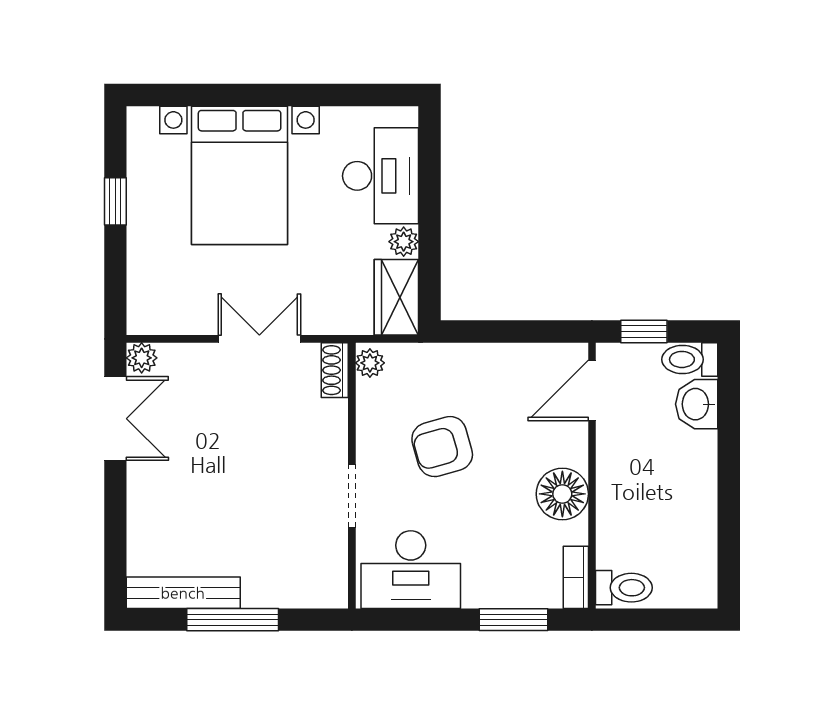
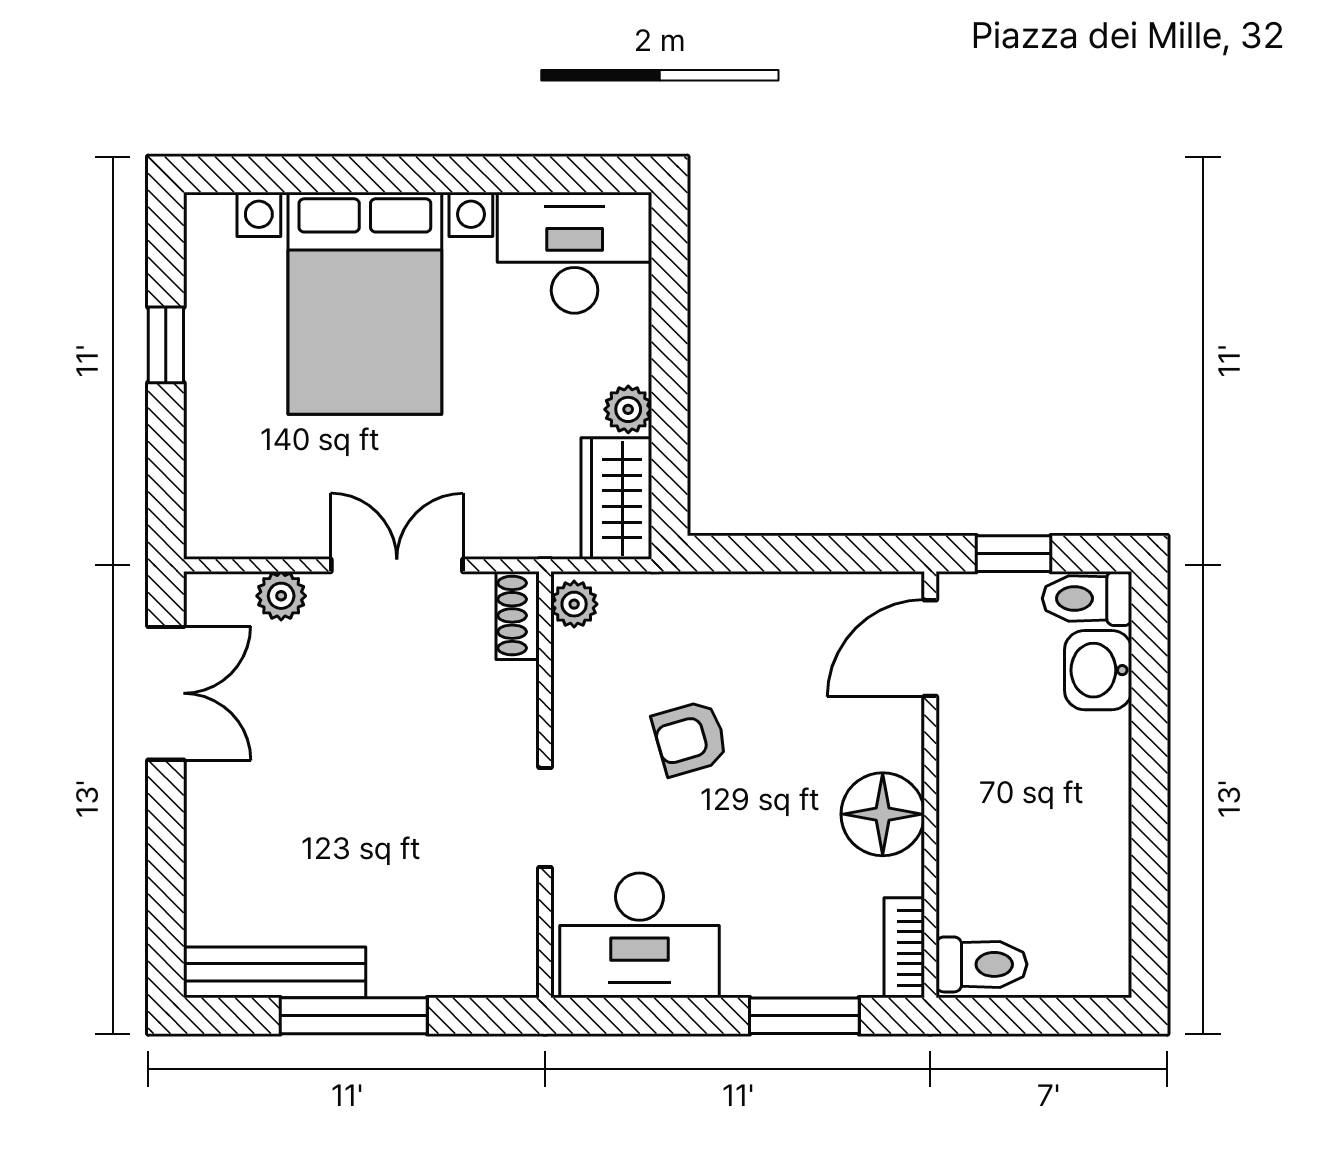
desk: (381, 176) -> (575, 253), moved, turned -90
plant: (142, 358) -> (281, 596), moved
armchair: (442, 447) -> (690, 738), width x0.72, depth x0.72

